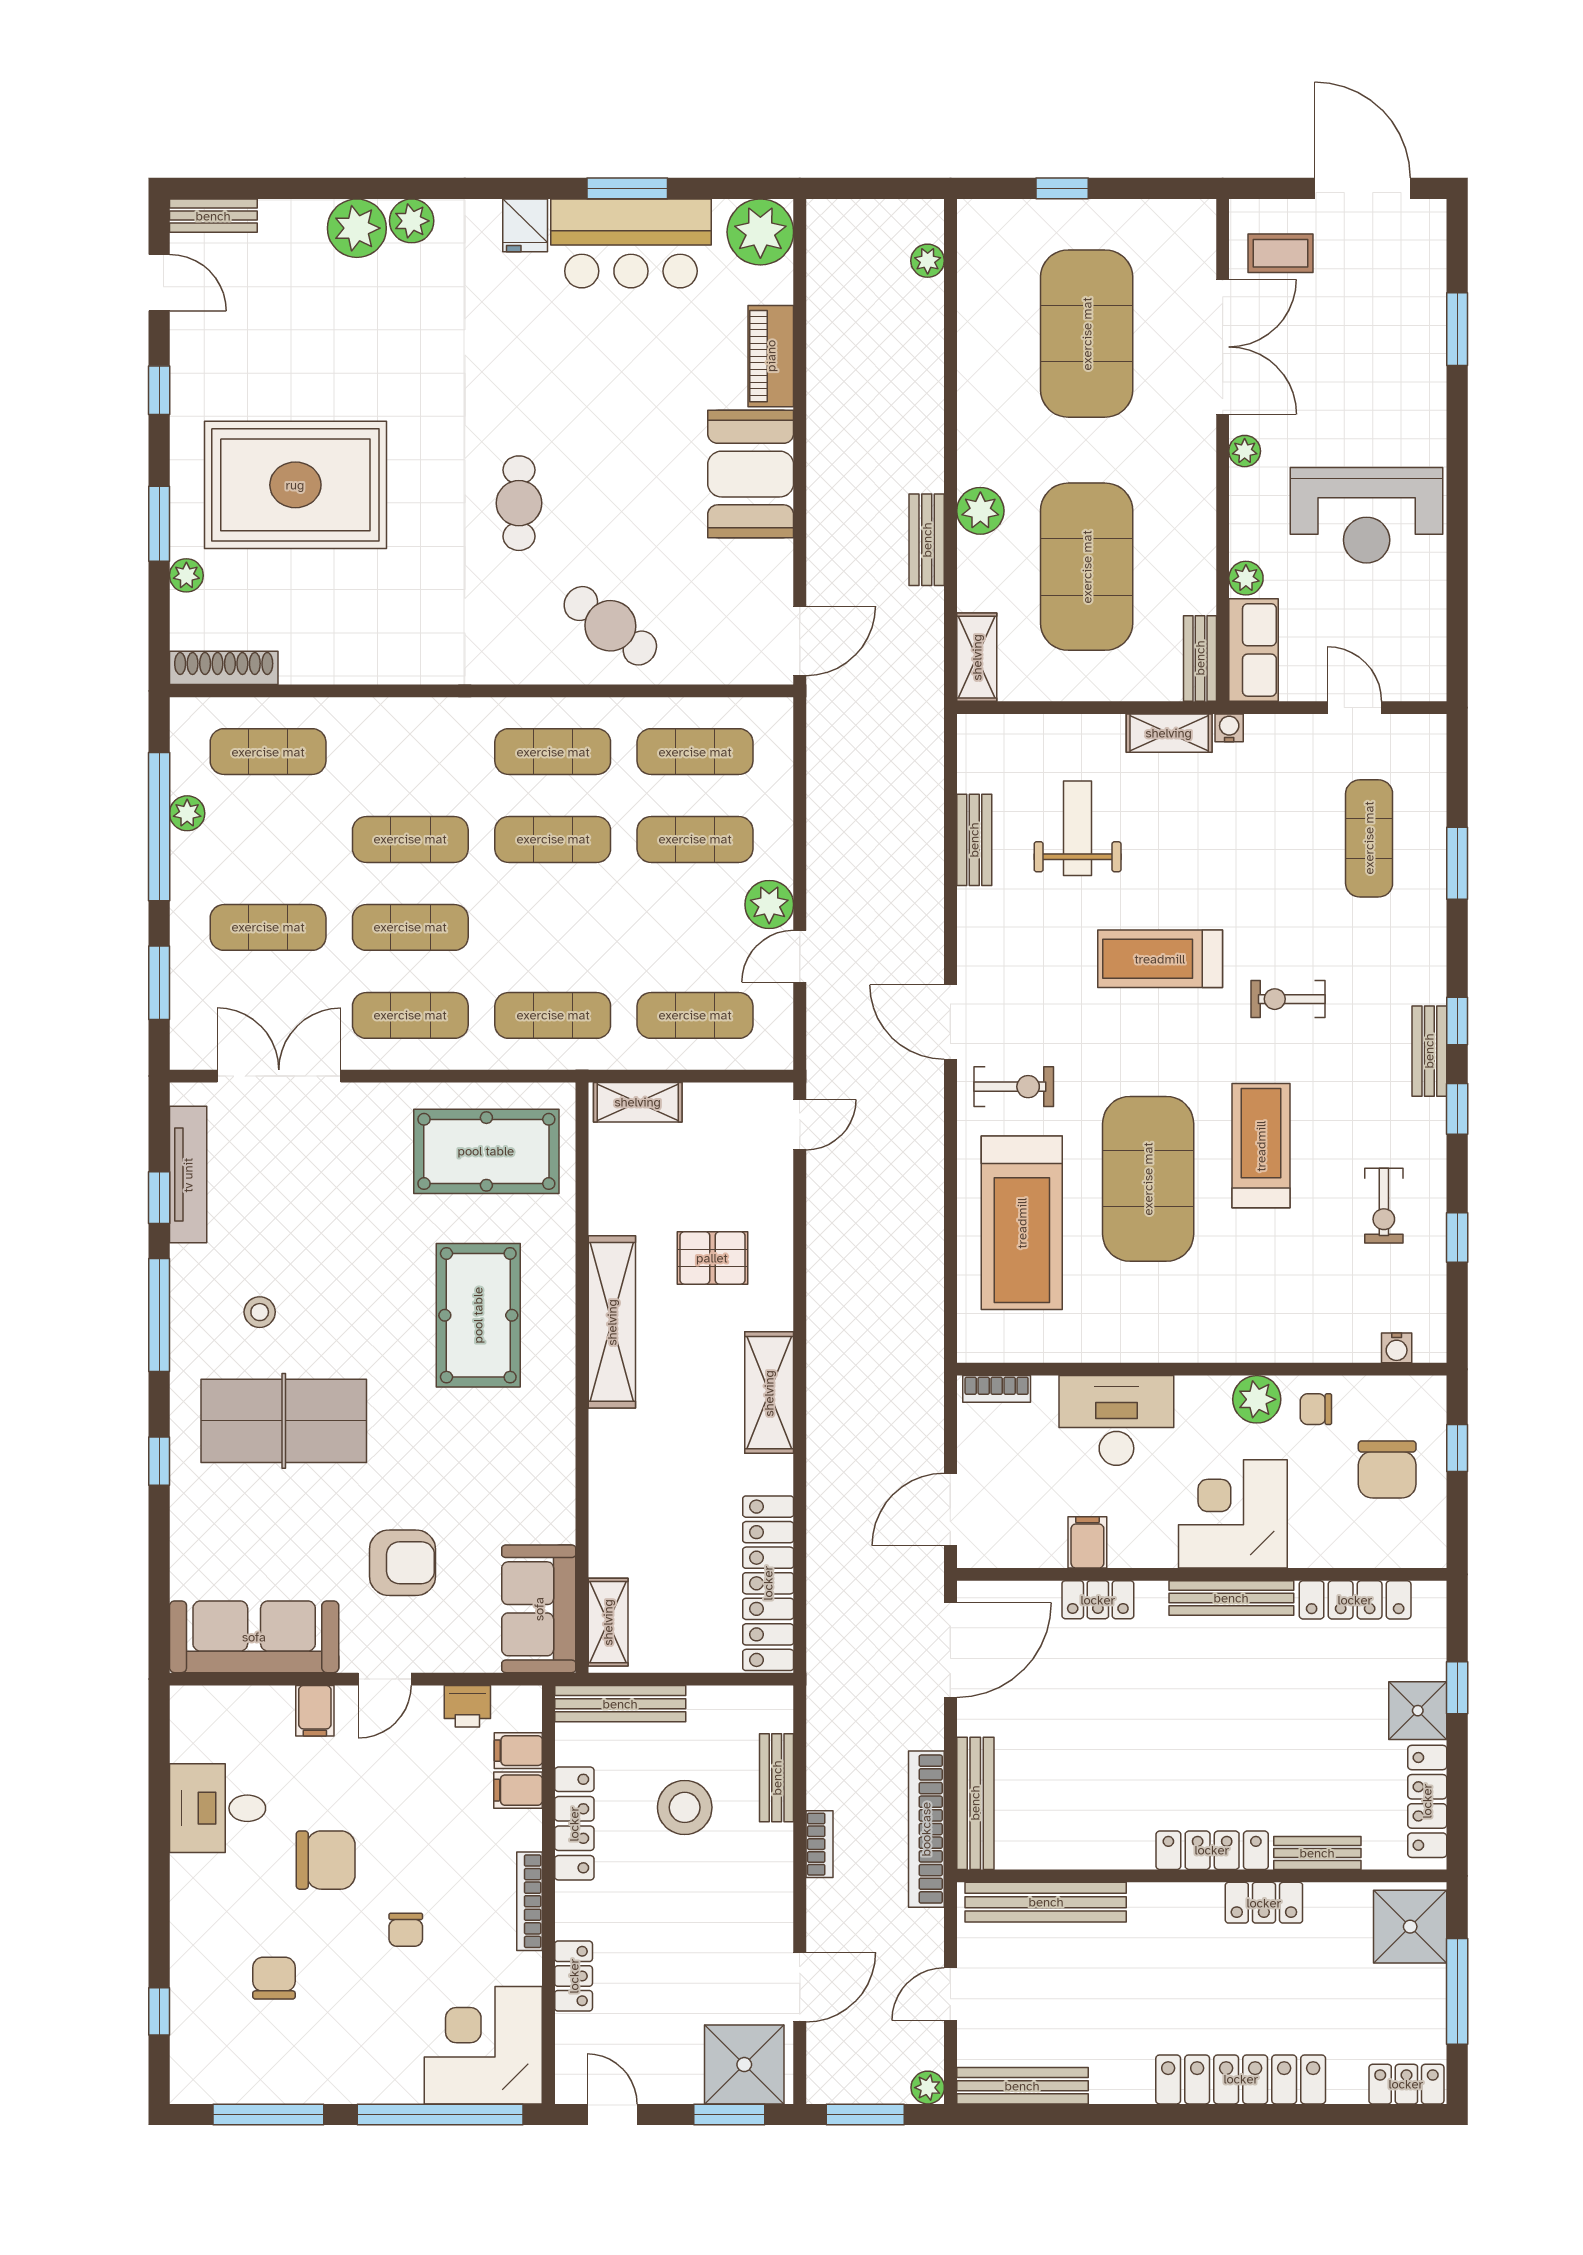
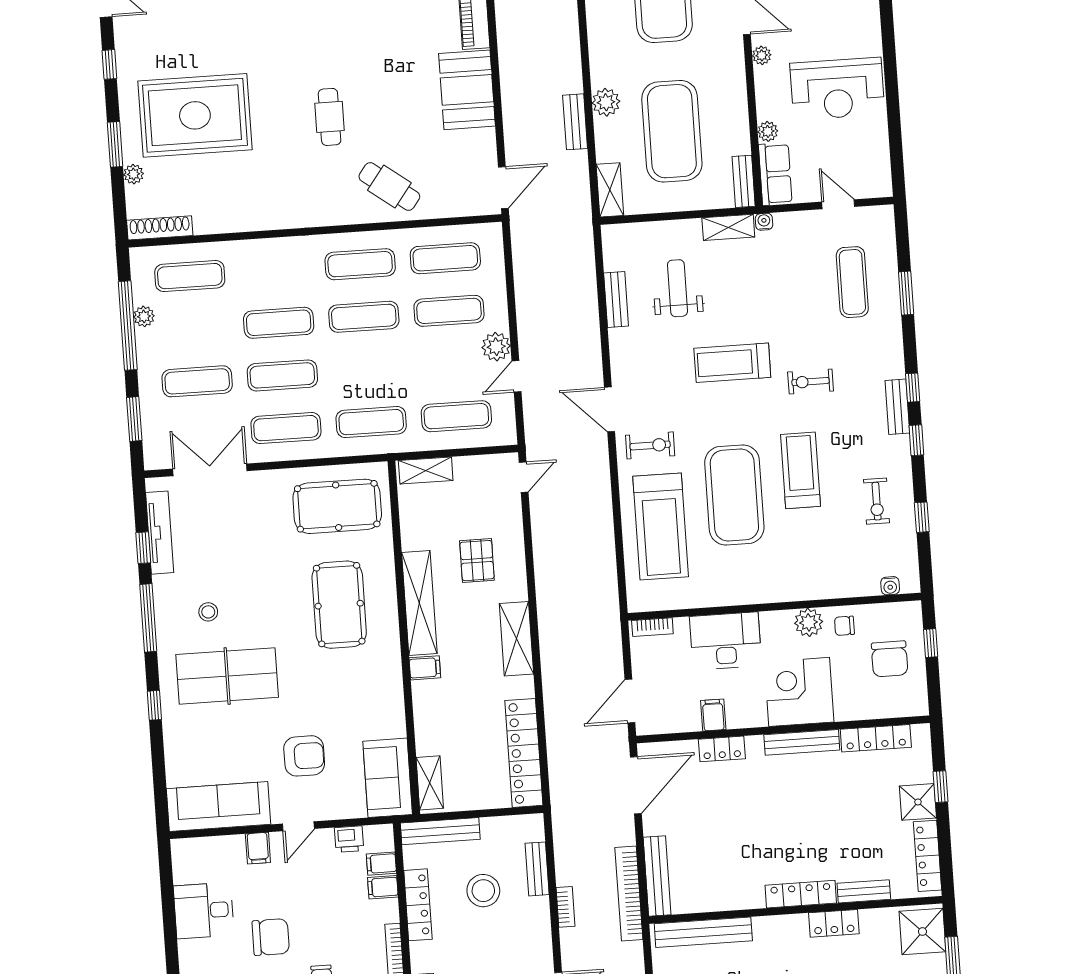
pallet: (712, 1258) -> (477, 561), turned 90
filing cabinet: (613, 1430) -> (425, 668), added

